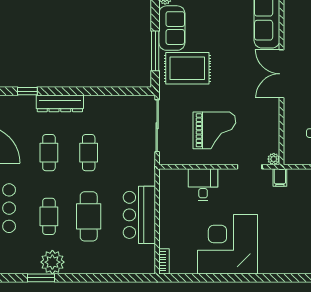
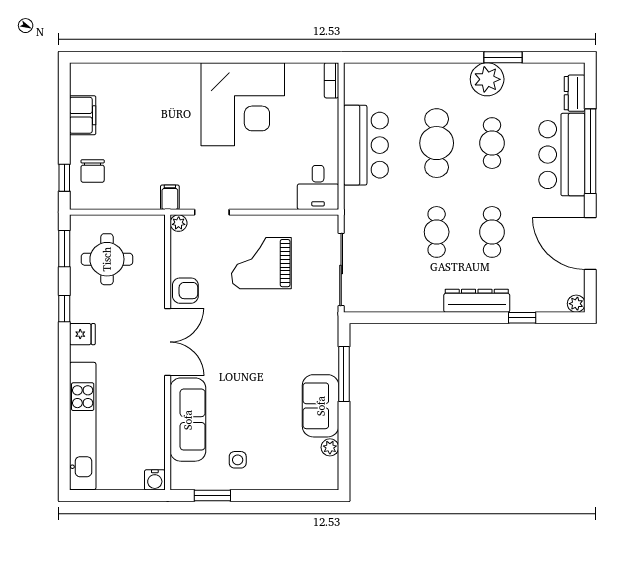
rug: (187, 68) -> (299, 350), removed
armchair: (269, 111) -> (185, 291), added
desk: (203, 185) -> (318, 187), moved

